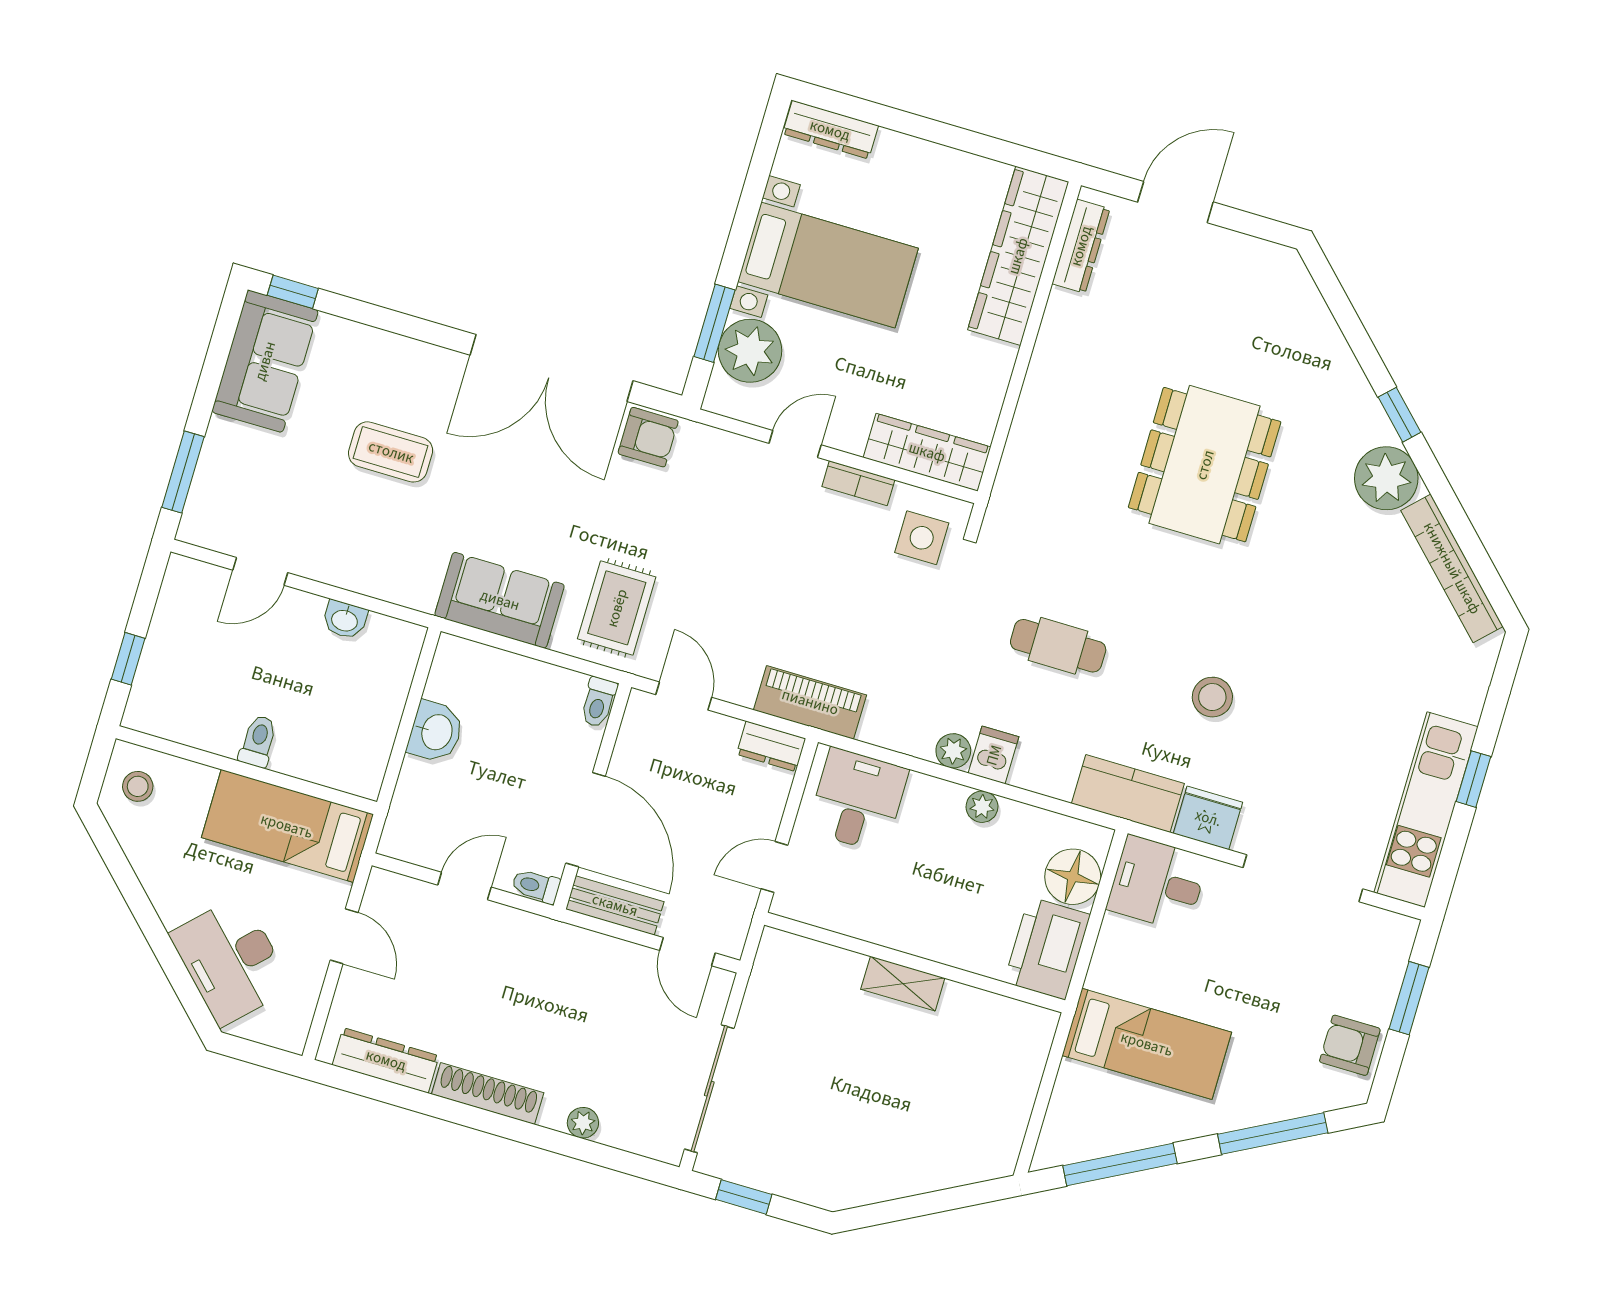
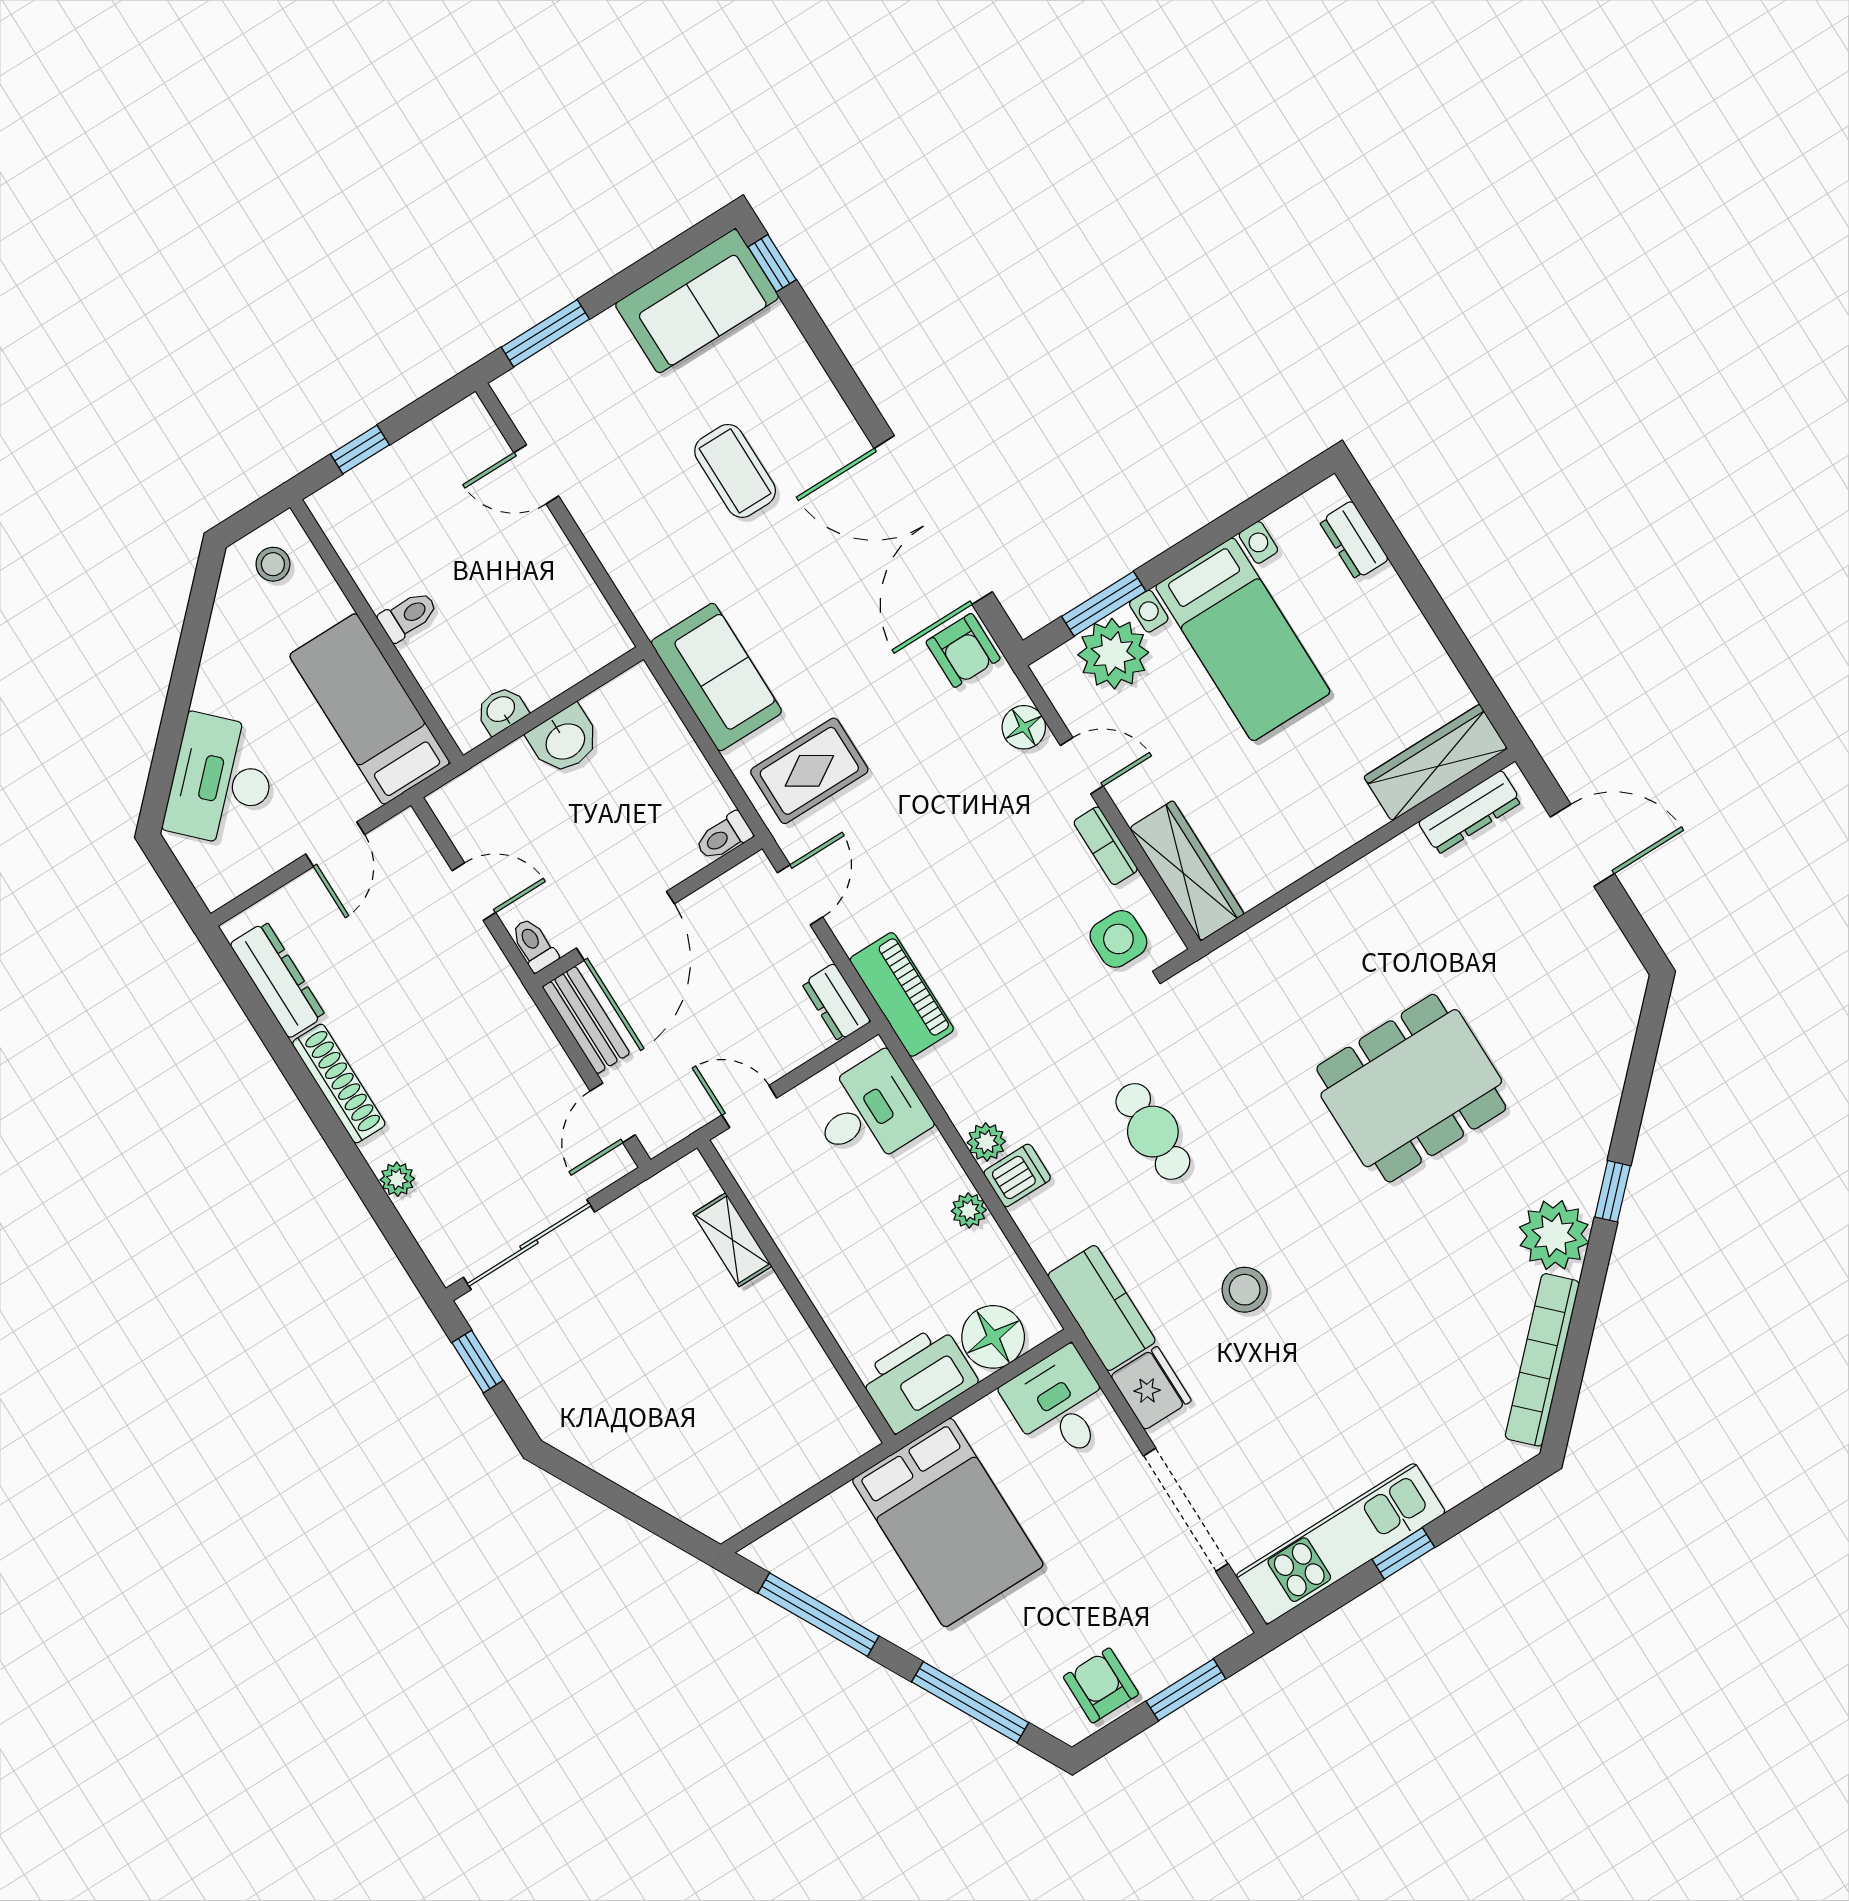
dresser: (830, 130) -> (1354, 540), width x0.70
wardrobe: (1018, 256) -> (1436, 763), width x0.71, depth x0.85
floor lamp: (734, 453) -> (1024, 727), added
washbasin: (345, 620) -> (501, 710), moved, turned 90
shelving: (903, 984) -> (732, 1240), moved
bed: (1147, 1044) -> (948, 1522), width x1.50

